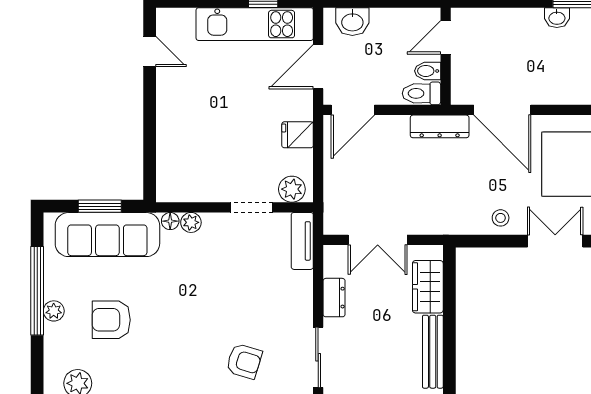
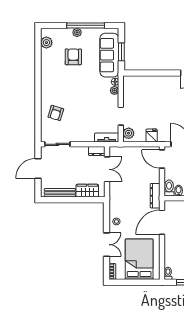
double door: (378, 240) -> (107, 169), swing flipped
dresser: (334, 298) -> (97, 151), moved

